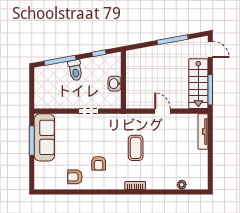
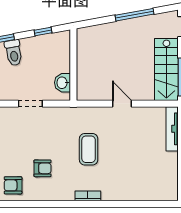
washbasin: (115, 84) -> (62, 83), moved
armchair: (99, 163) -> (43, 168), turned -90
plant: (182, 185) -> (146, 195), removed

